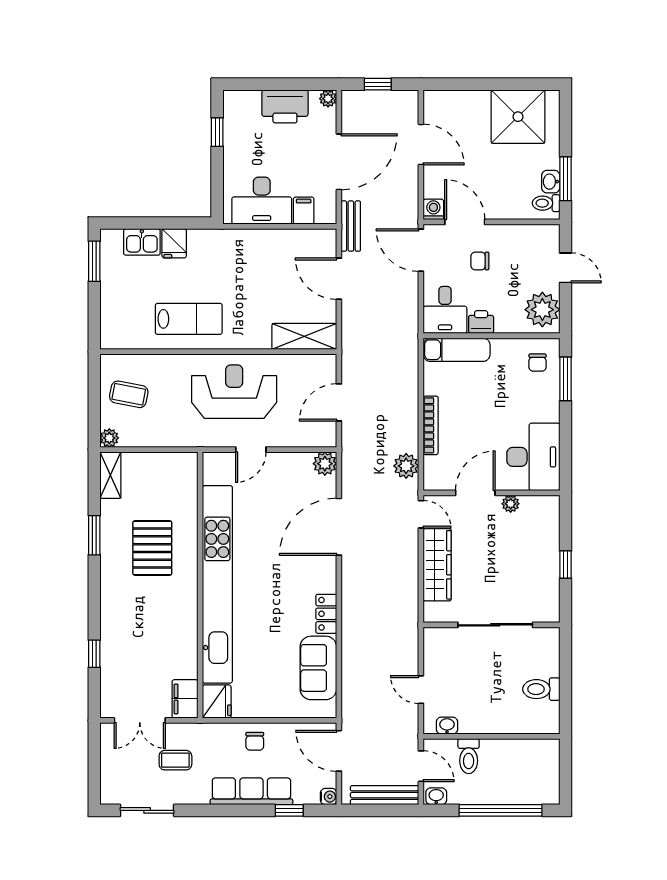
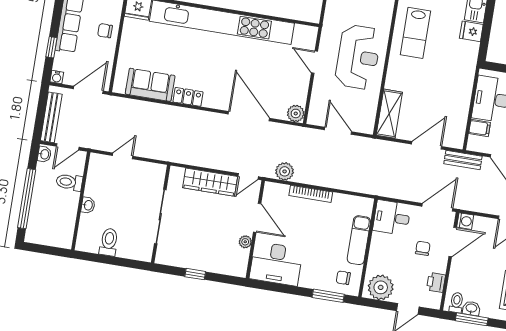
printer: (481, 322) -> (436, 282), moved, turned 180
exam couch: (457, 350) -> (359, 240), moved
washbasin: (447, 726) -> (88, 205), moved

